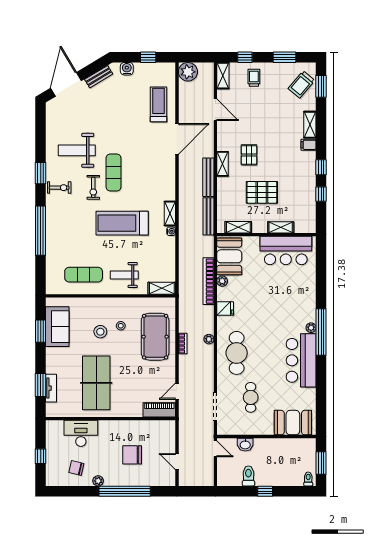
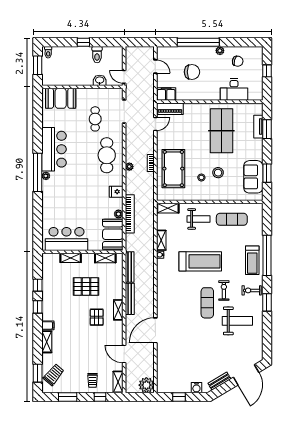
treadmill: (158, 104) -> (252, 260), moved
shelving: (170, 213) -> (161, 240), moved
filing cabinet: (164, 428) -> (166, 94), added

